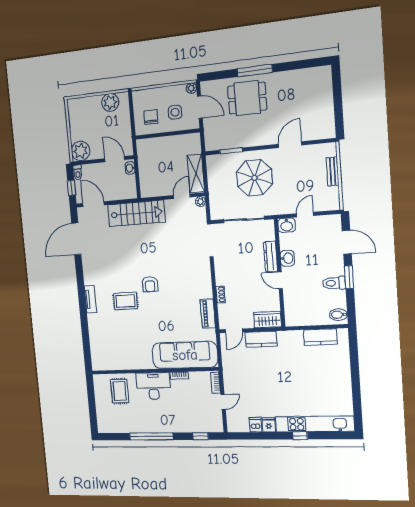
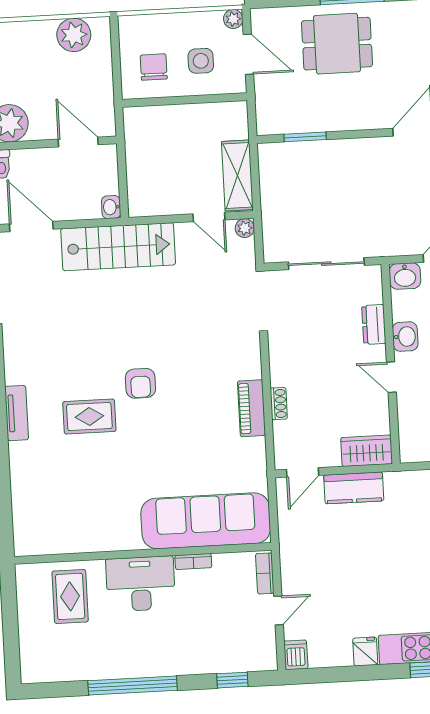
washbasin: (130, 168) -> (111, 207), moved
parasol: (254, 178) -> (348, 188), removed
door: (182, 196) -> (209, 217), swing flipped
dresser: (270, 257) -> (374, 324), width x0.70
piano: (208, 314) -> (251, 408), moved
dishwasher: (256, 425) -> (296, 655), moved

